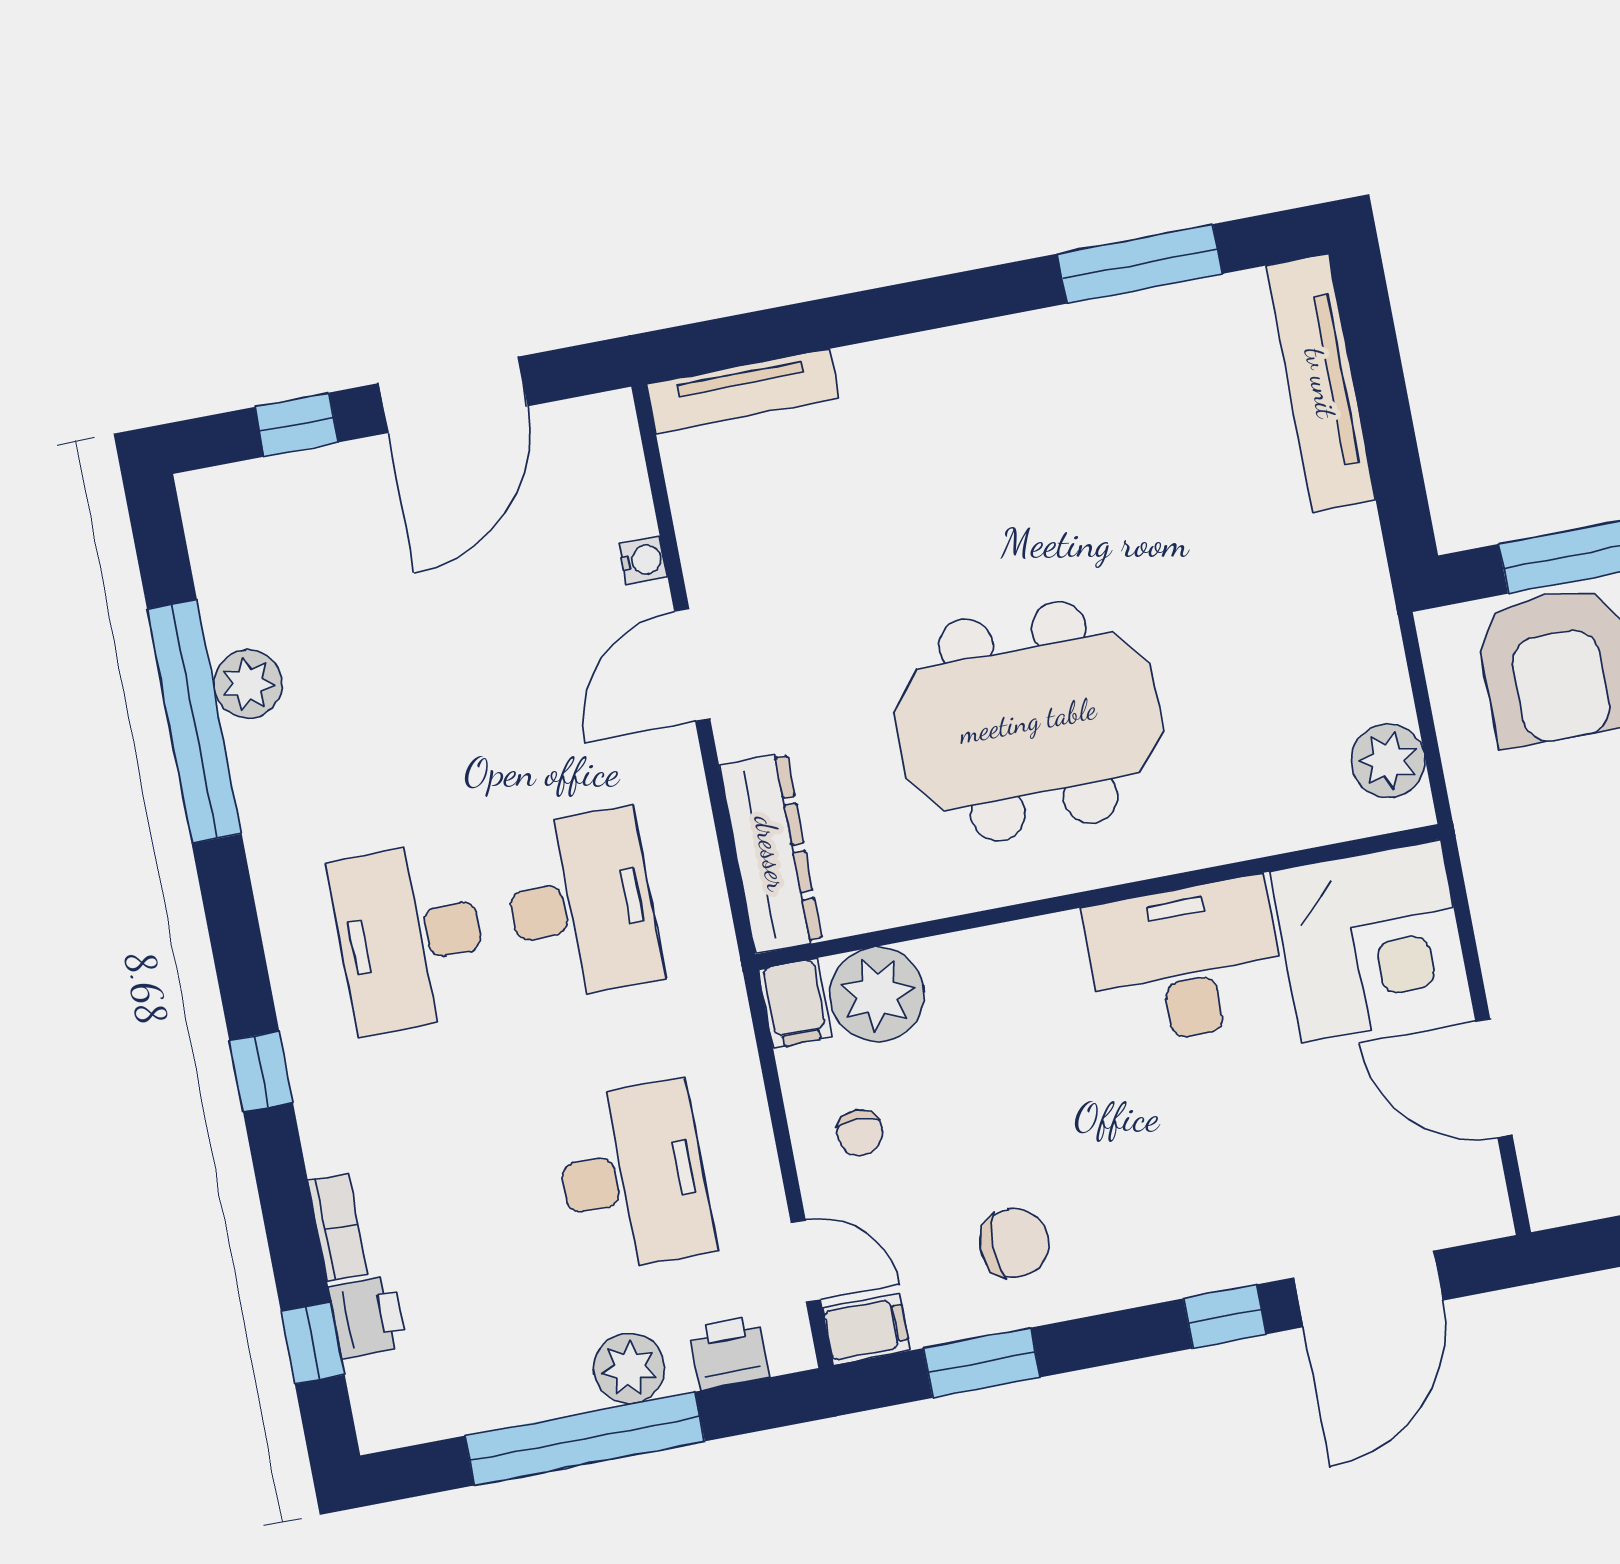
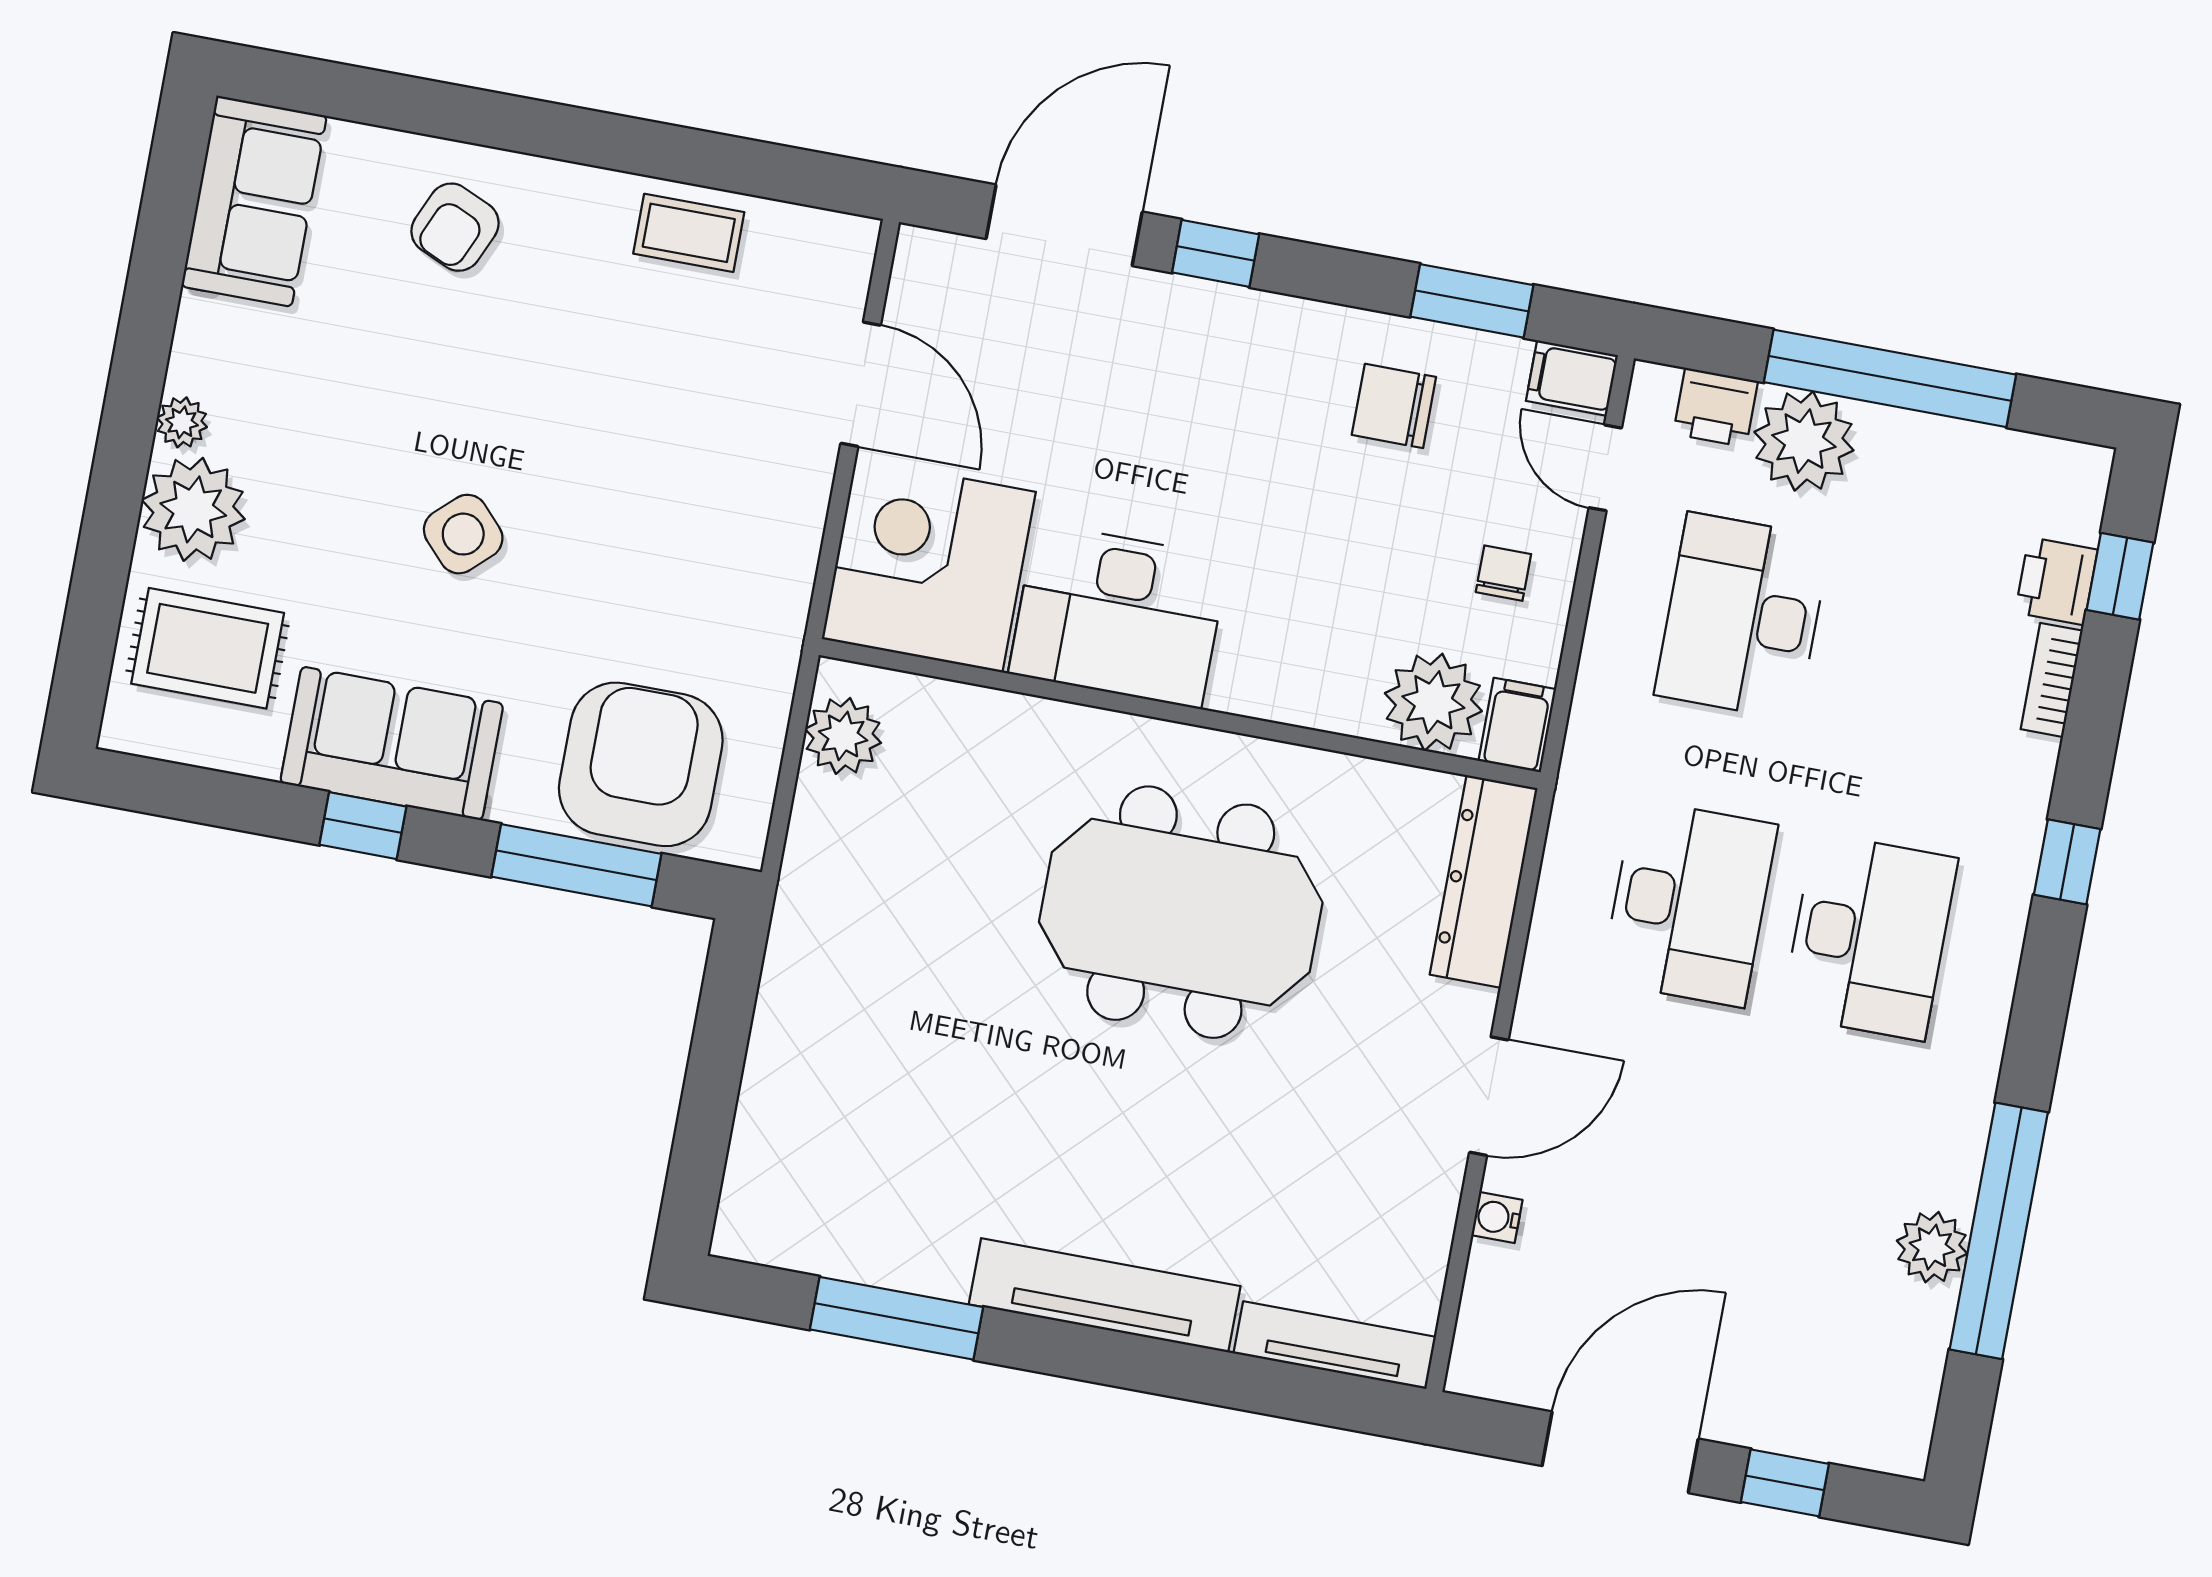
tv unit: (1321, 383) -> (1105, 1295), moved, turned -90
desk: (581, 905) -> (1689, 903), turned 180
plant: (629, 1368) -> (1804, 441), width x1.36, depth x1.36

